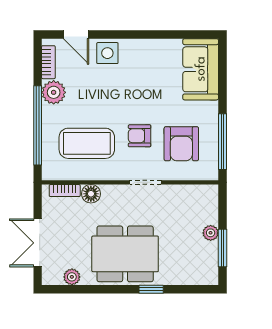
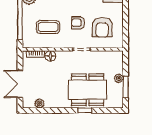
window: (222, 142) -> (126, 26), removed
coffee table: (87, 143) -> (48, 27), width x0.73, depth x0.76
dining table: (125, 254) -> (88, 90), moved

